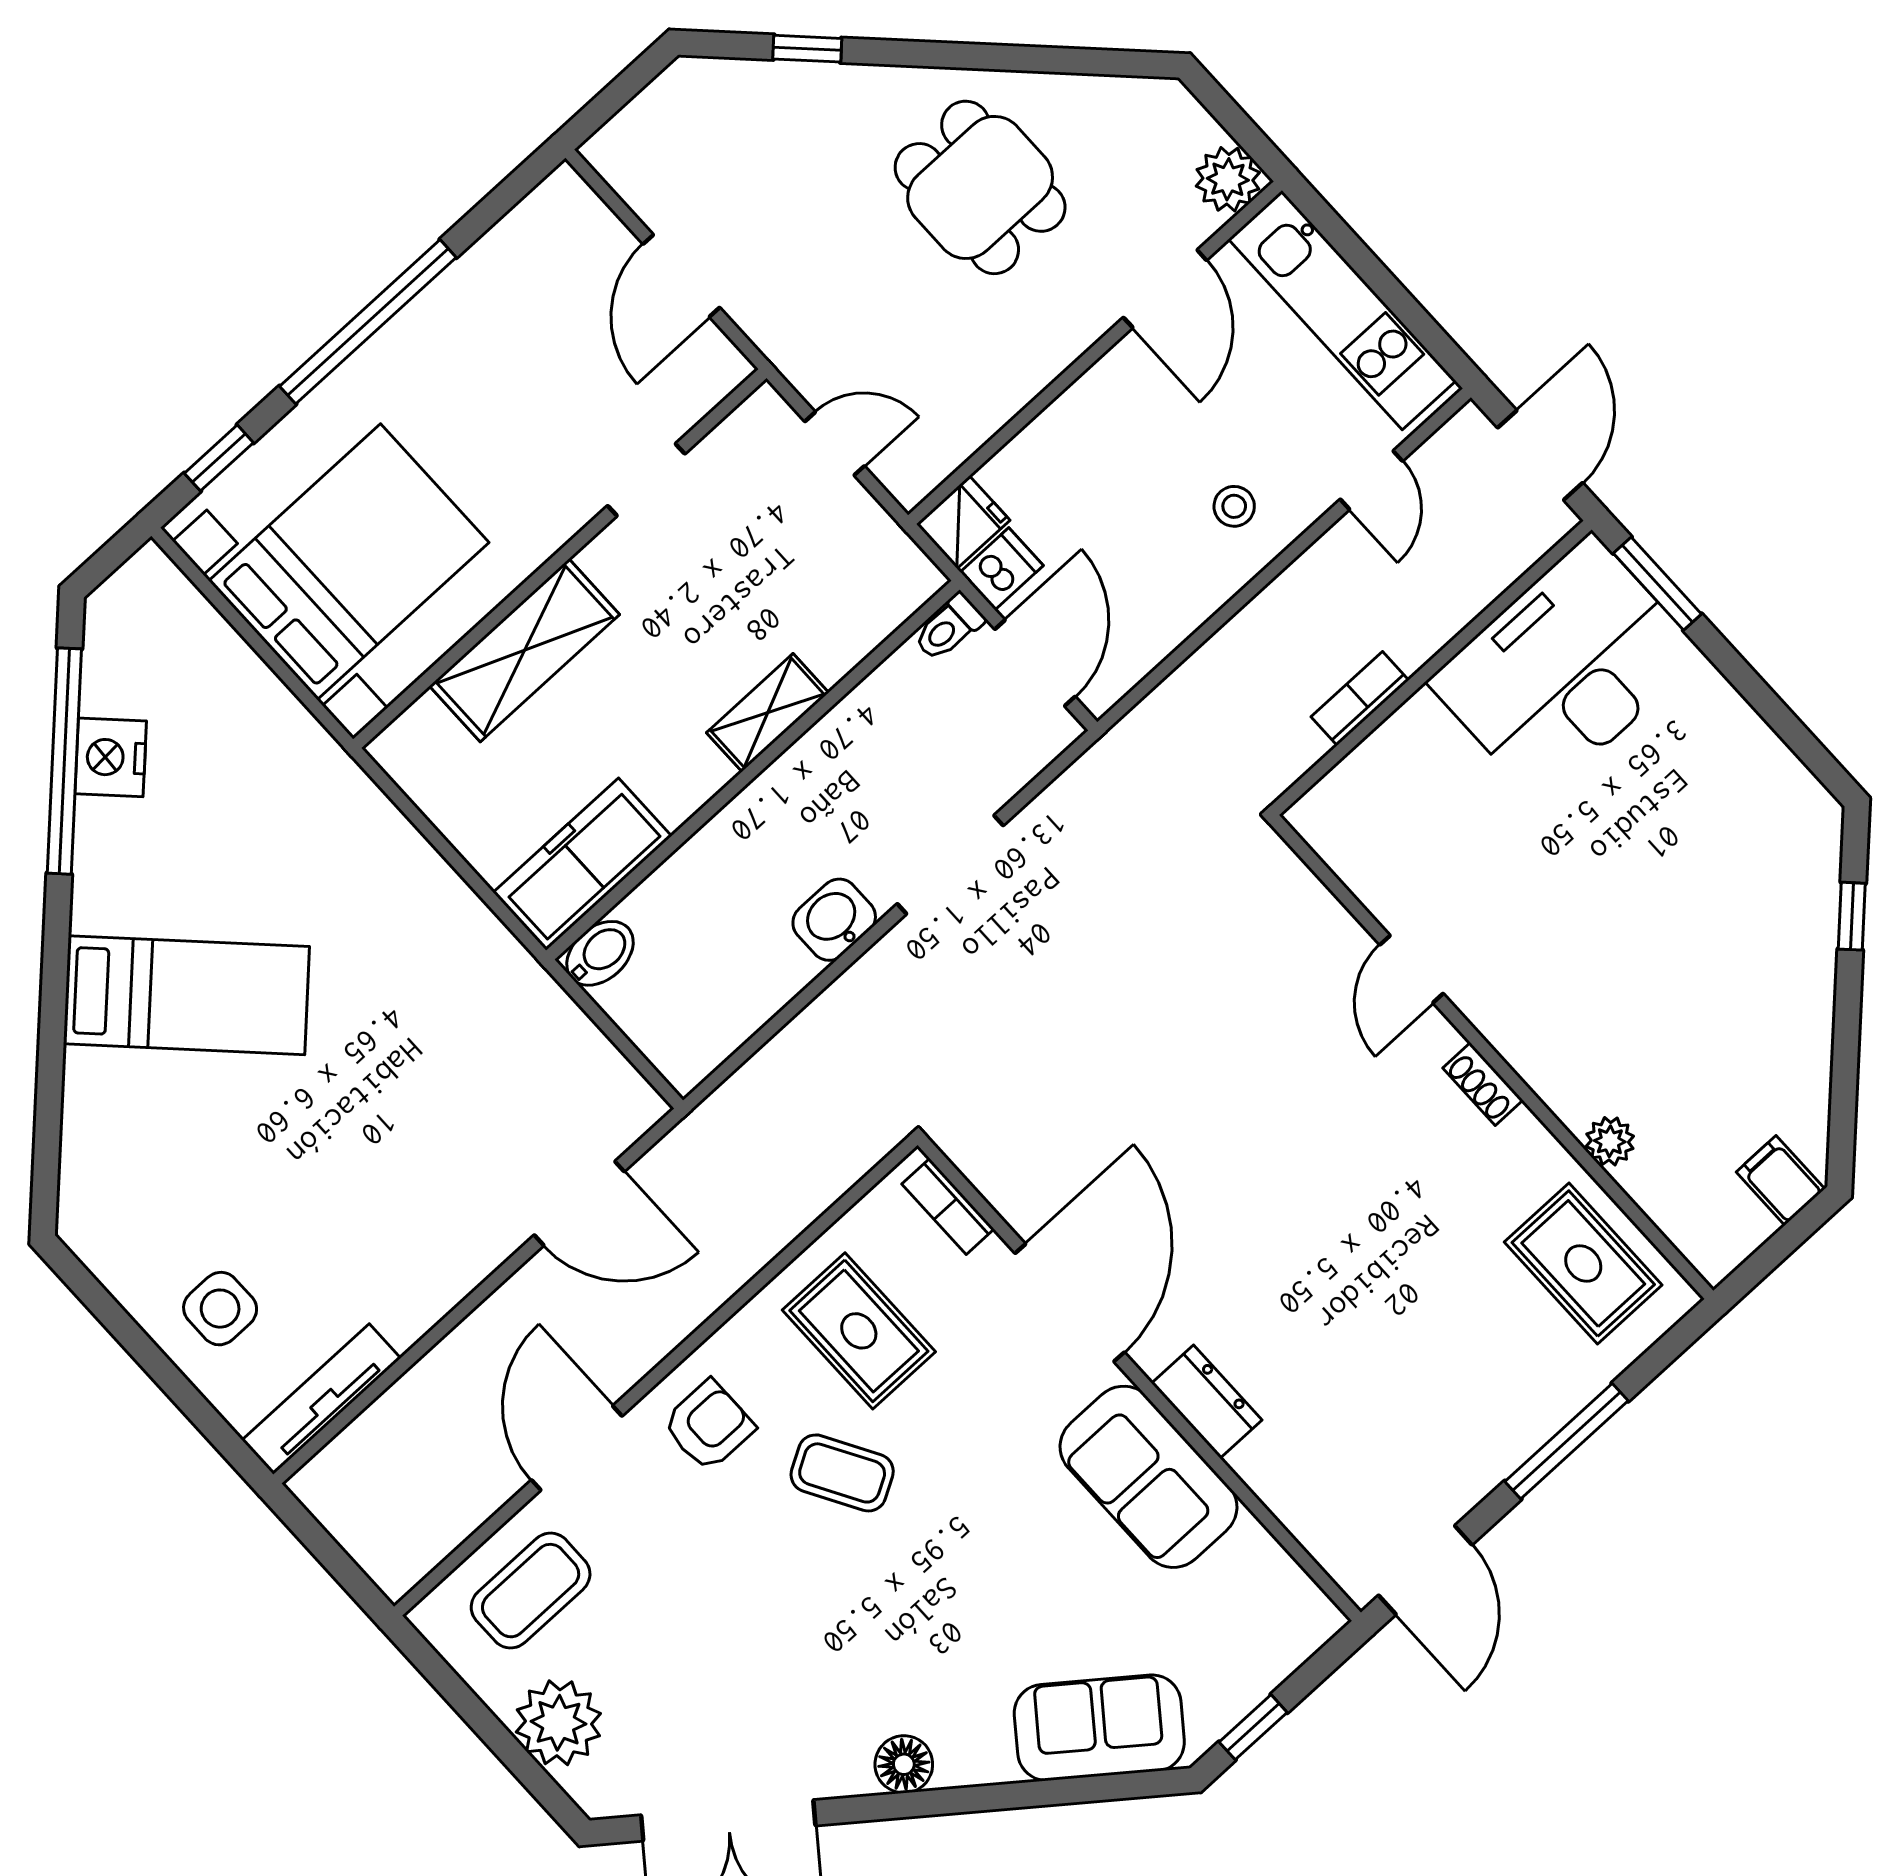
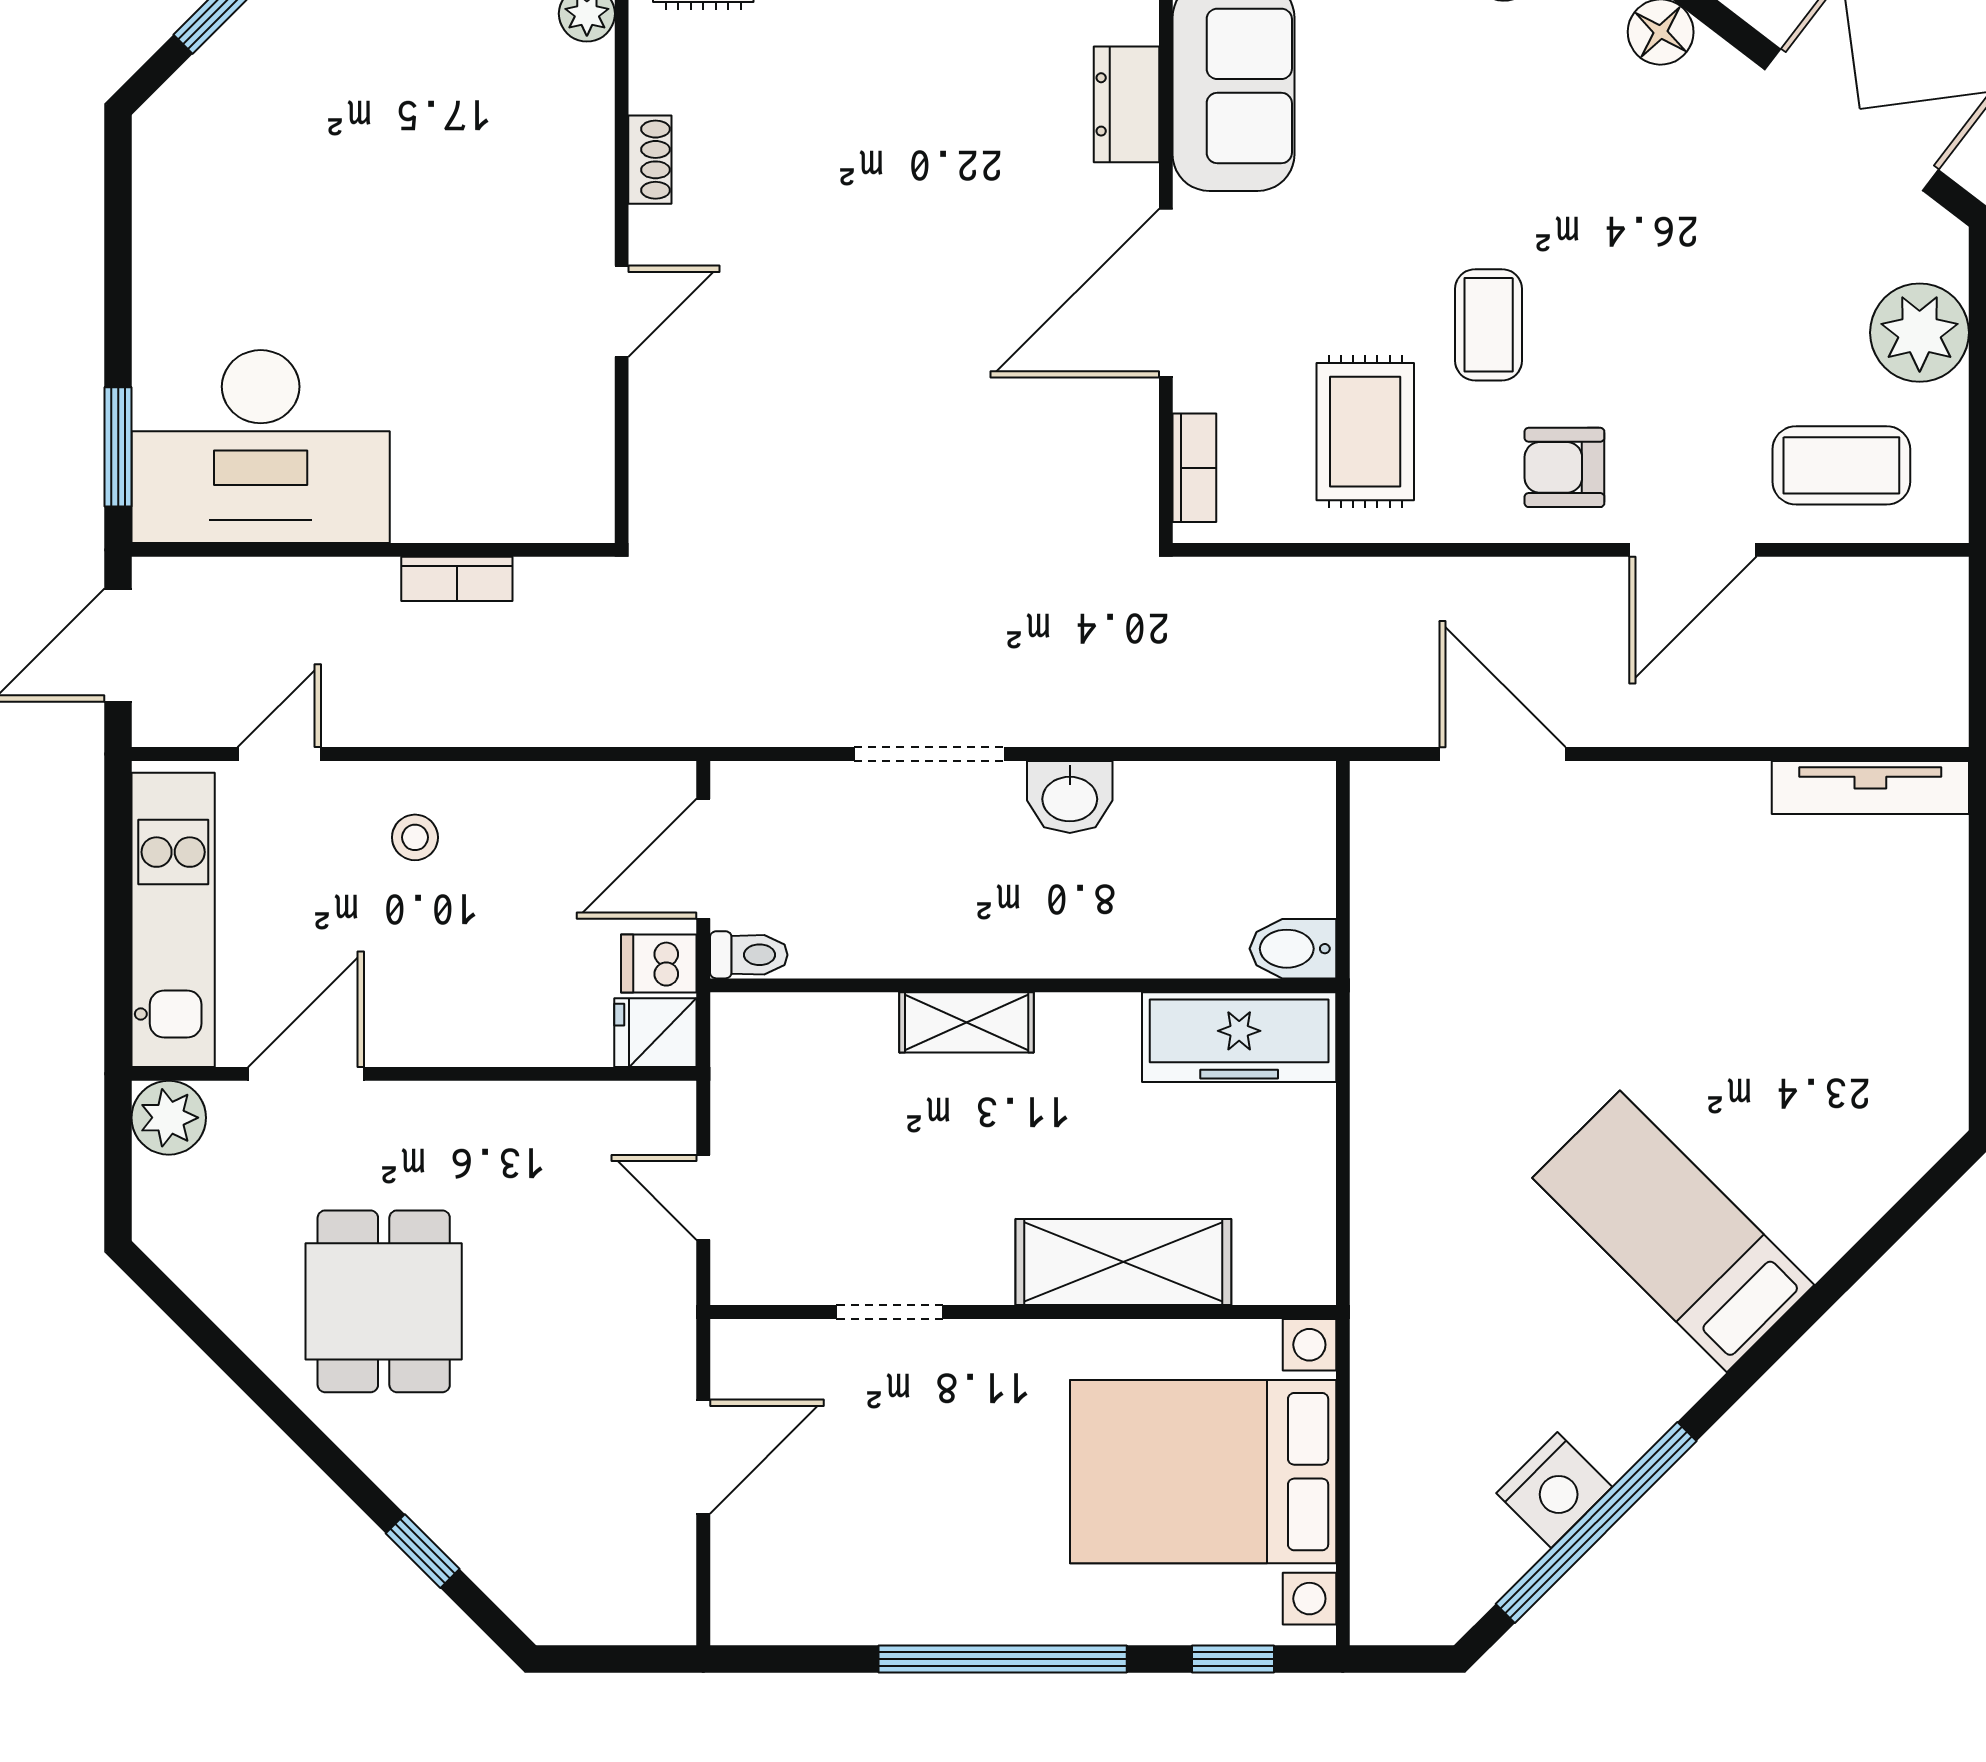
side table: (220, 1309) -> (1886, 942), removed
coffee table: (842, 1473) -> (1489, 325), turned 30

